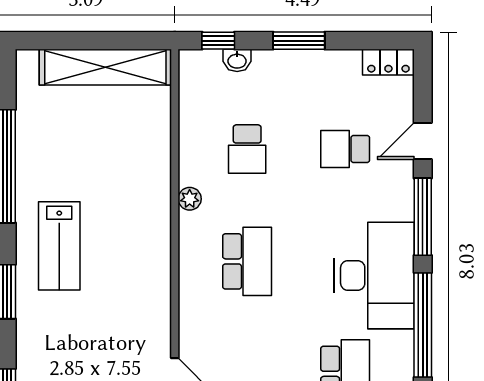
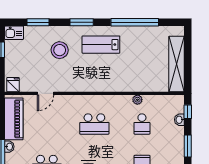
school desk: (247, 149) -> (142, 124), turned -90
plant: (190, 199) -> (137, 100), moved
stool: (72, 344) -> (60, 50), added

